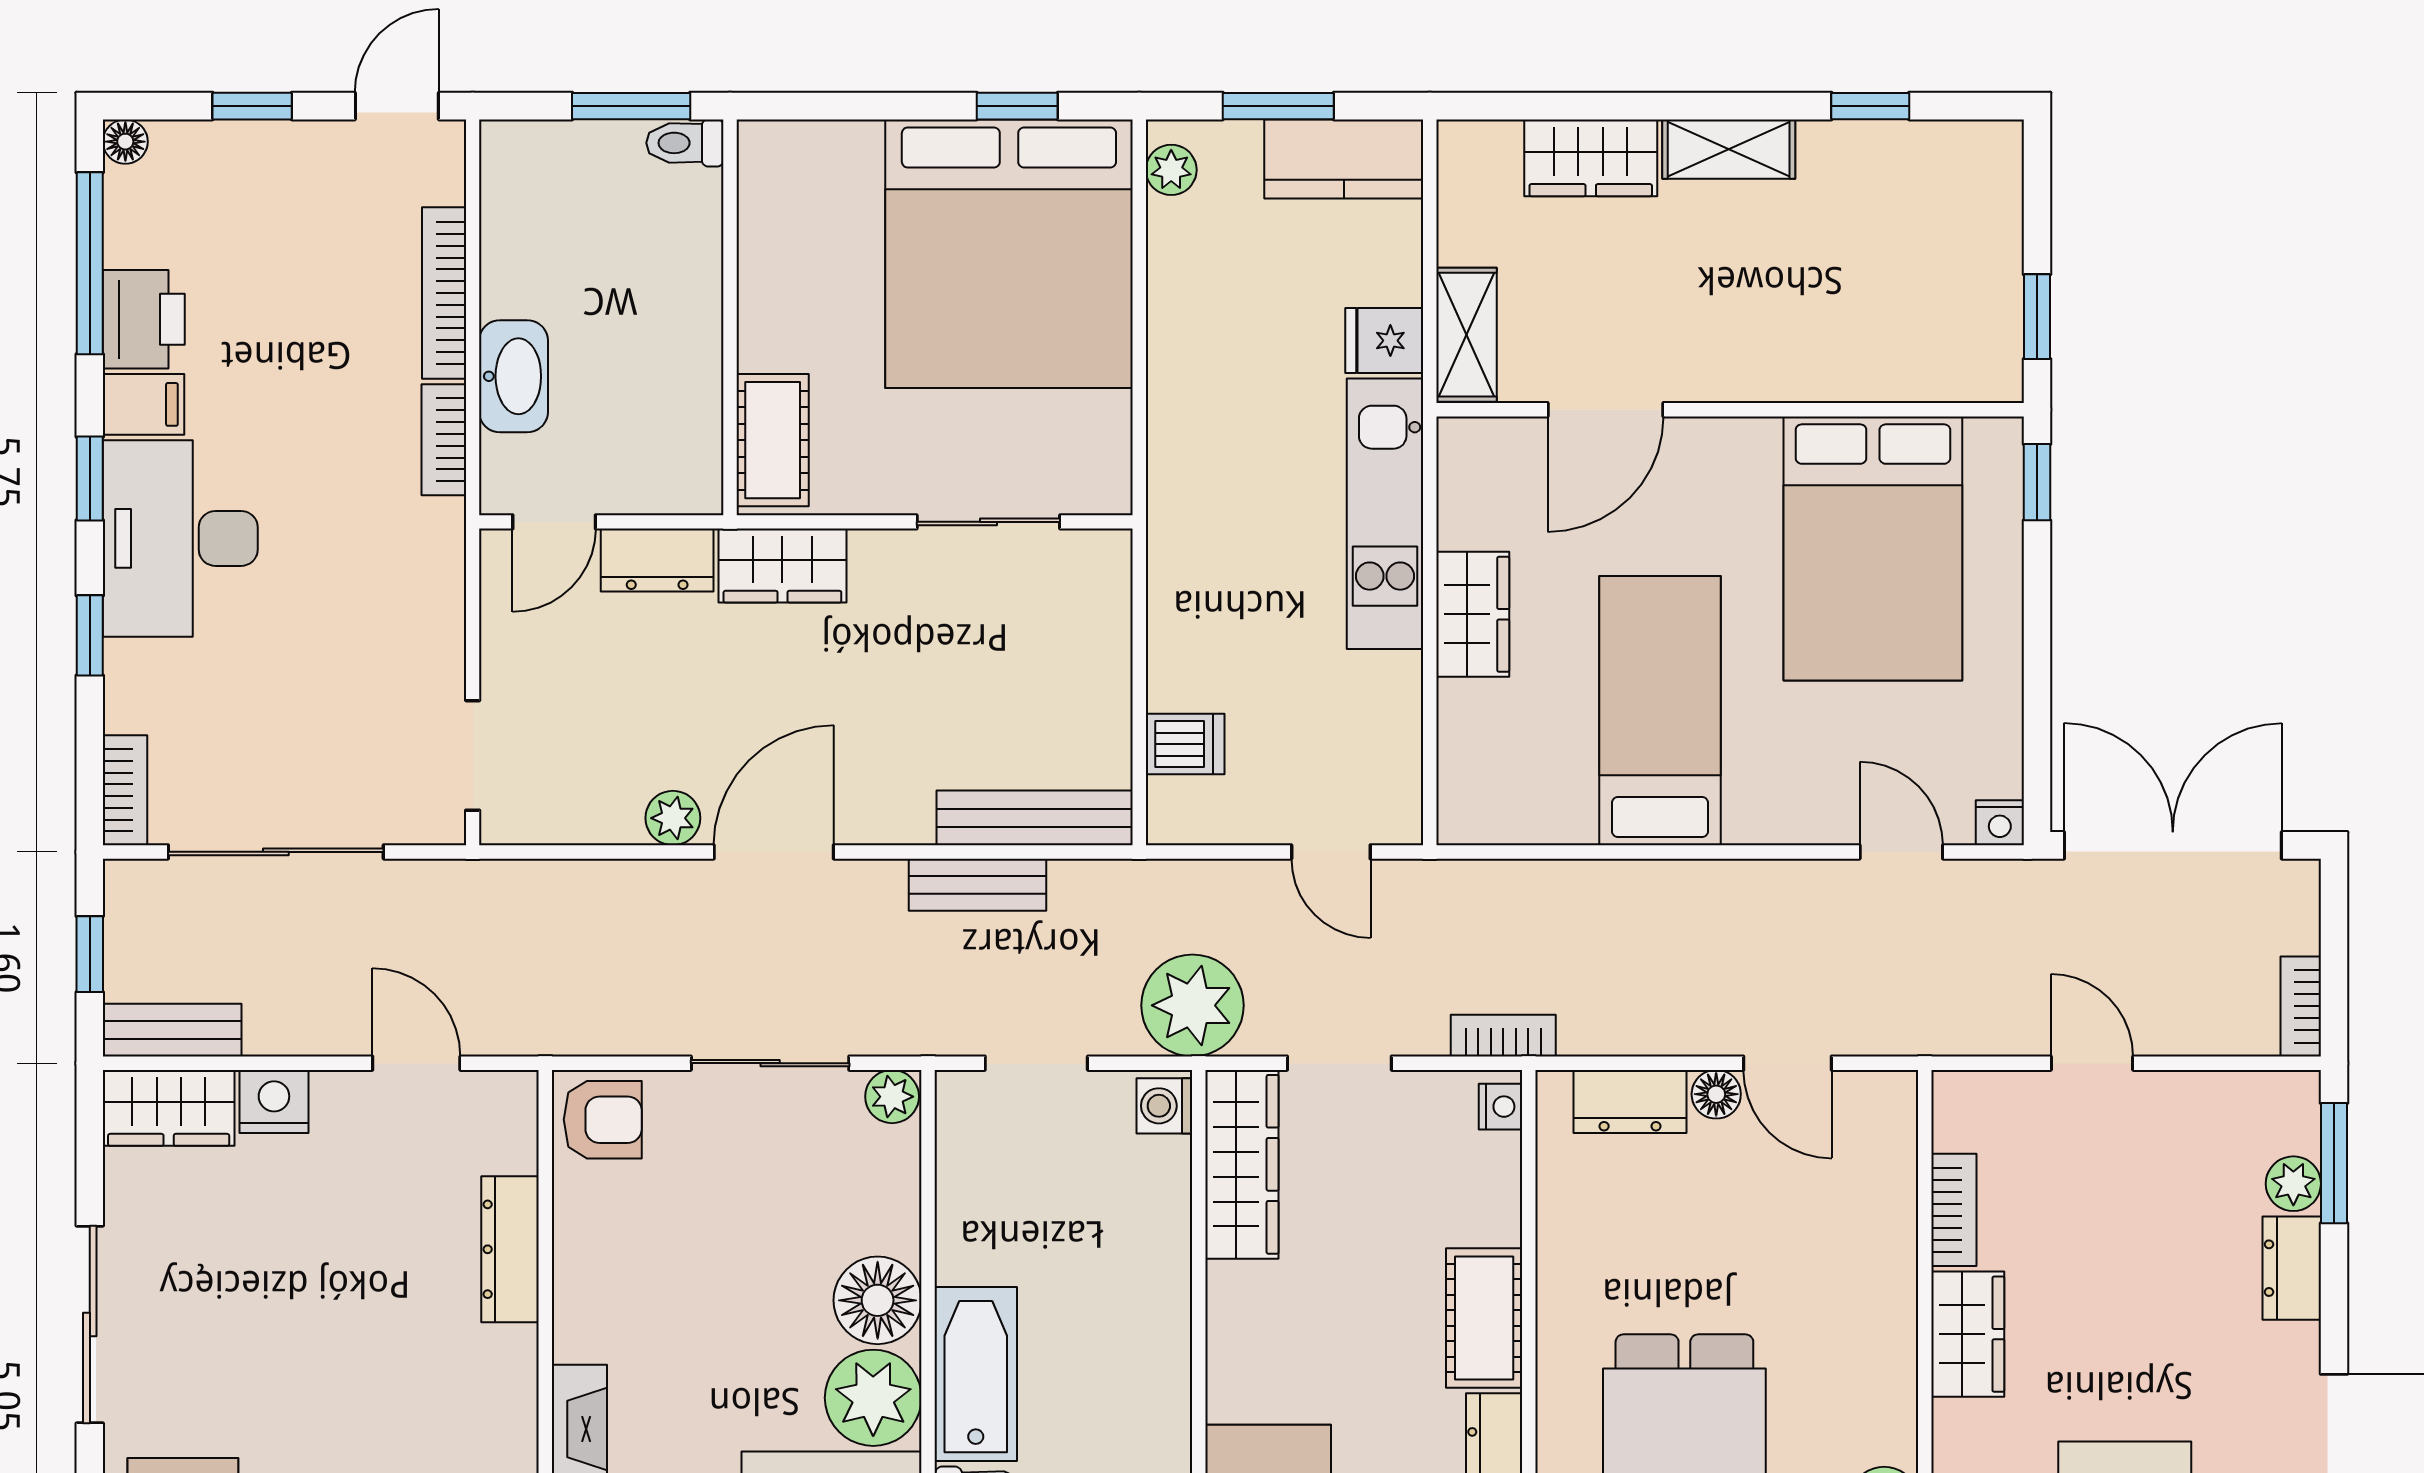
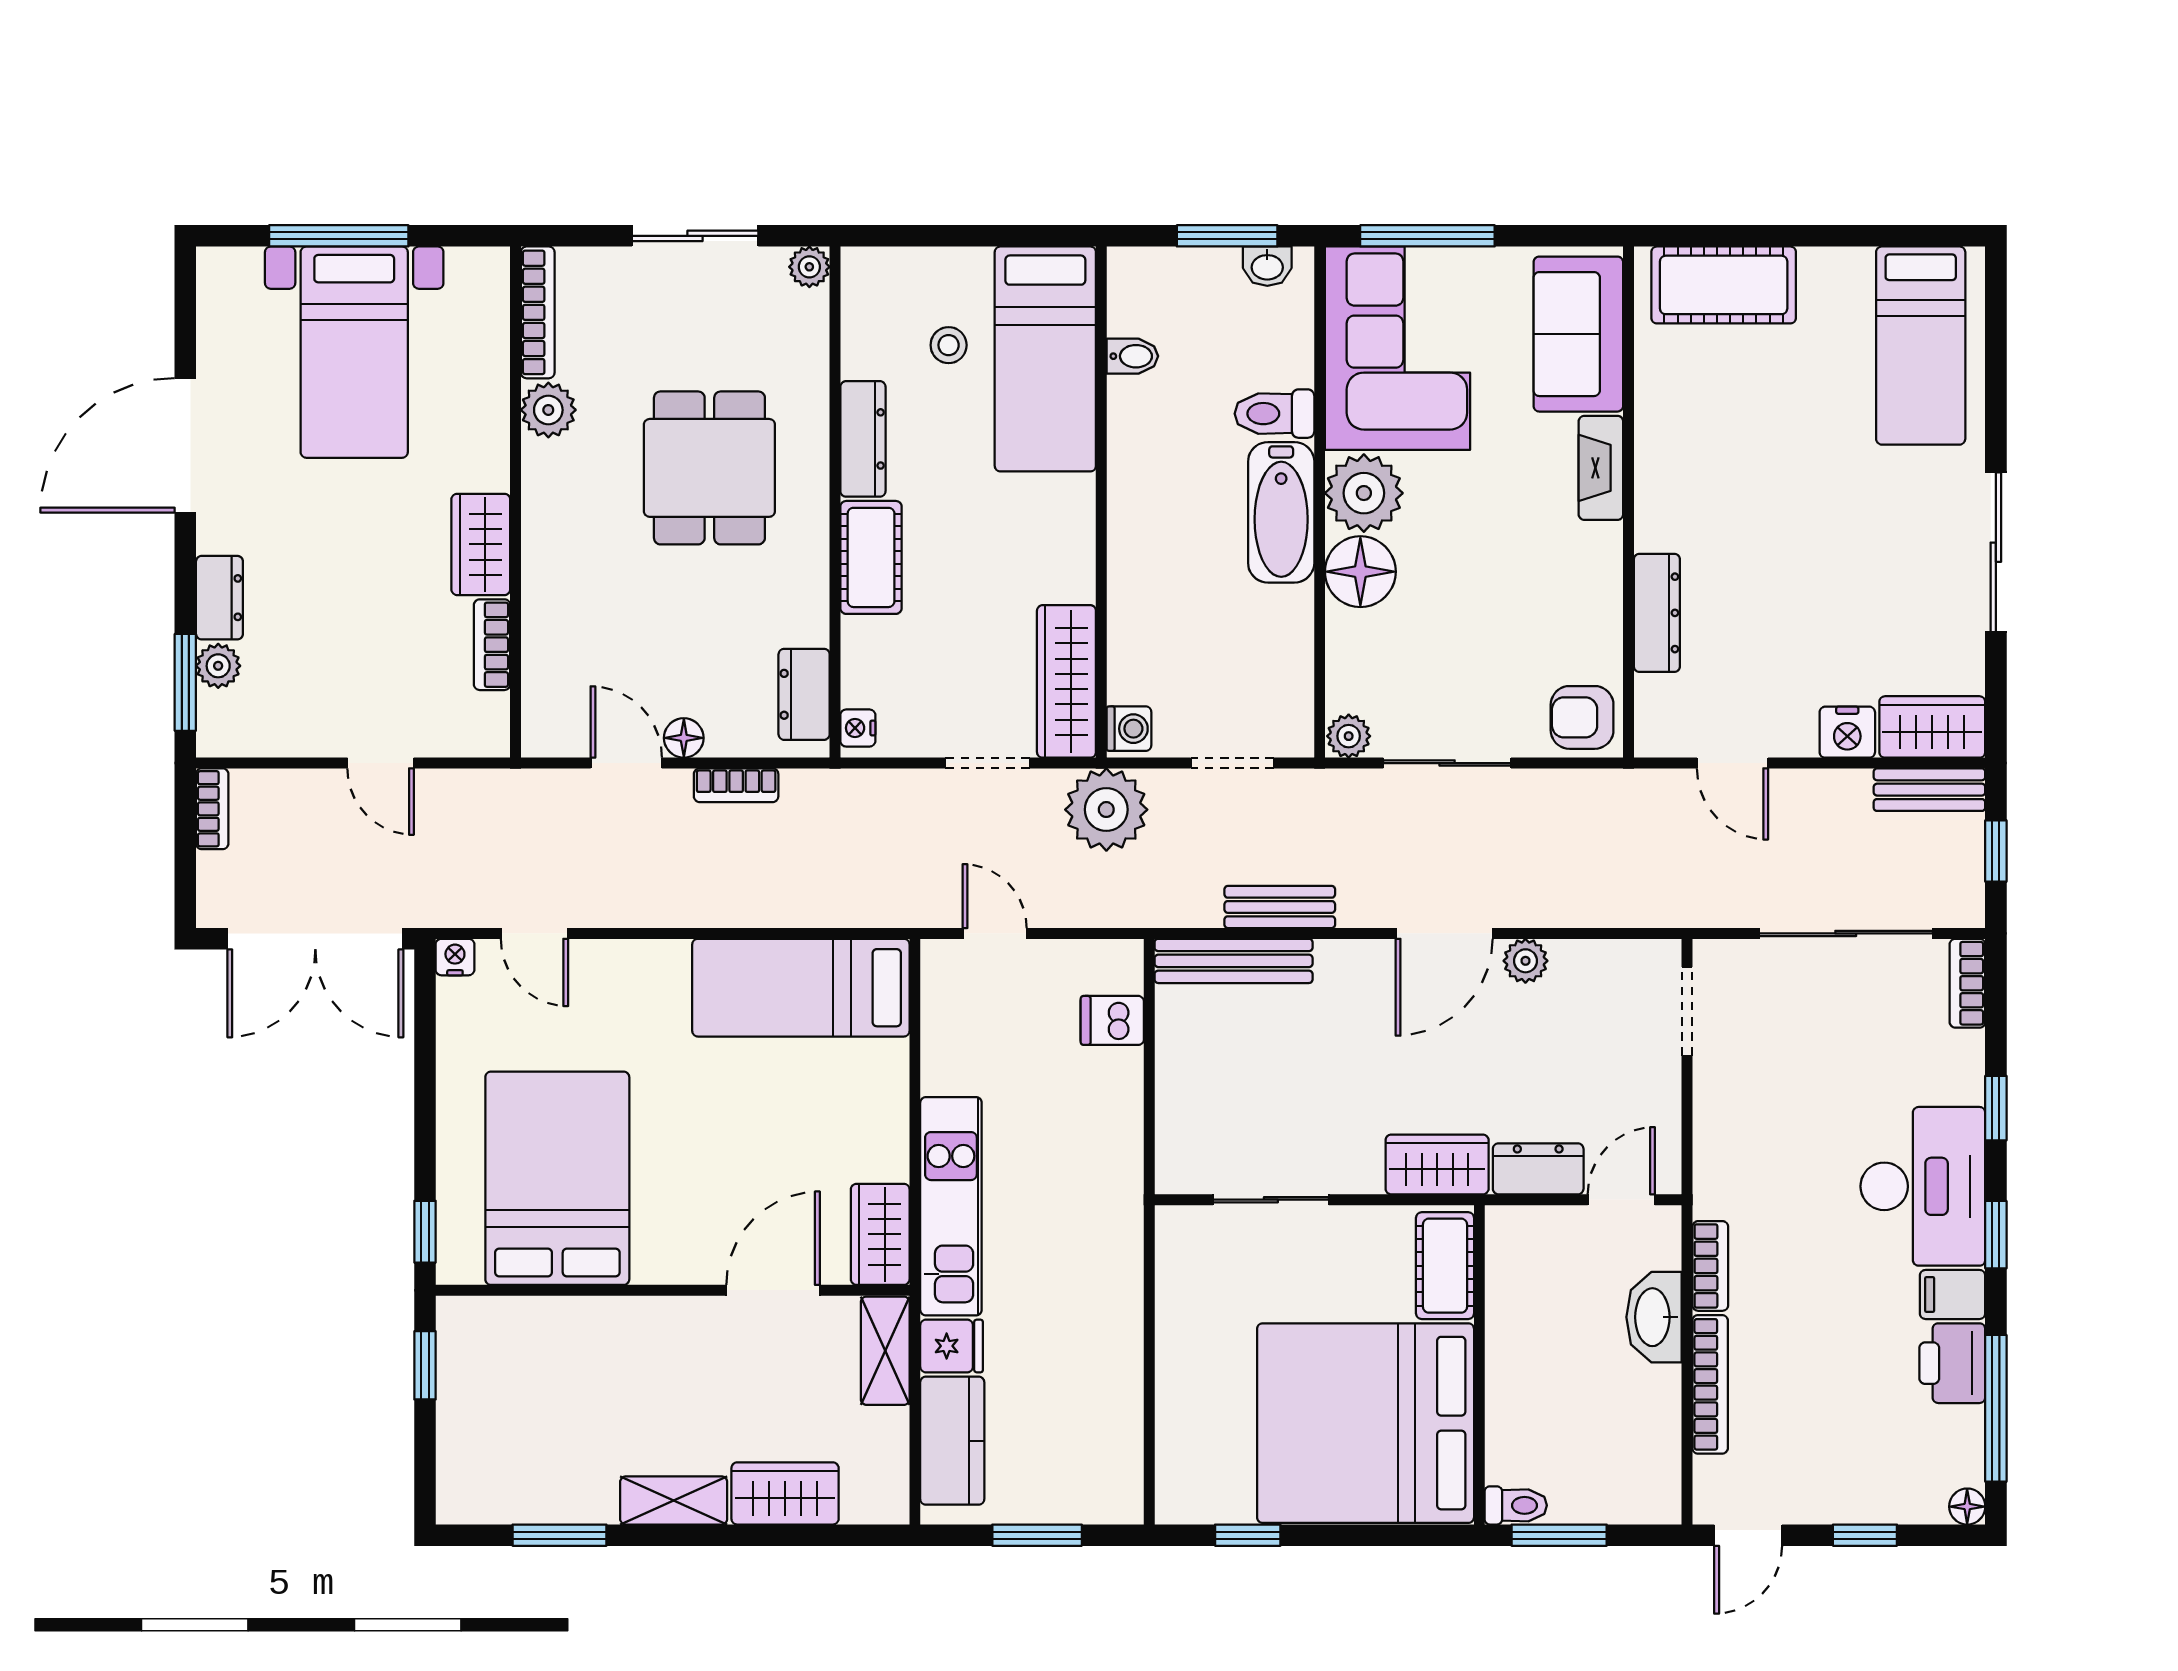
window: (1870, 106) -> (559, 1535), width x1.50
kitchen counter: (1344, 159) -> (952, 1441), moved, turned 90
plant: (1171, 170) -> (1123, 1484), removed
bed: (1009, 254) -> (1366, 1423), moved, turned -90
wardrobe: (1473, 614) -> (880, 1234), moved
bed: (1660, 711) -> (801, 988), moved, turned 90
bookcase: (1503, 1036) -> (736, 785), moved
dresser: (1630, 1101) -> (804, 694), moved, turned -90

